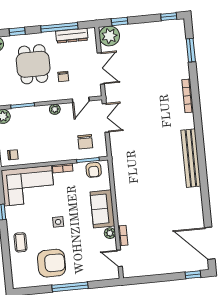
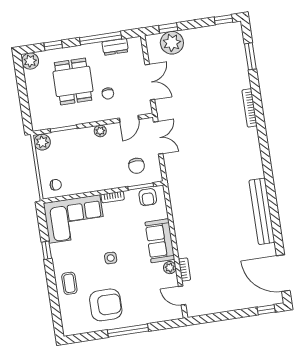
dresser: (72, 36) -> (115, 47), width x0.70
plant: (109, 36) -> (172, 43), moved
bench: (191, 158) -> (262, 211), moved

